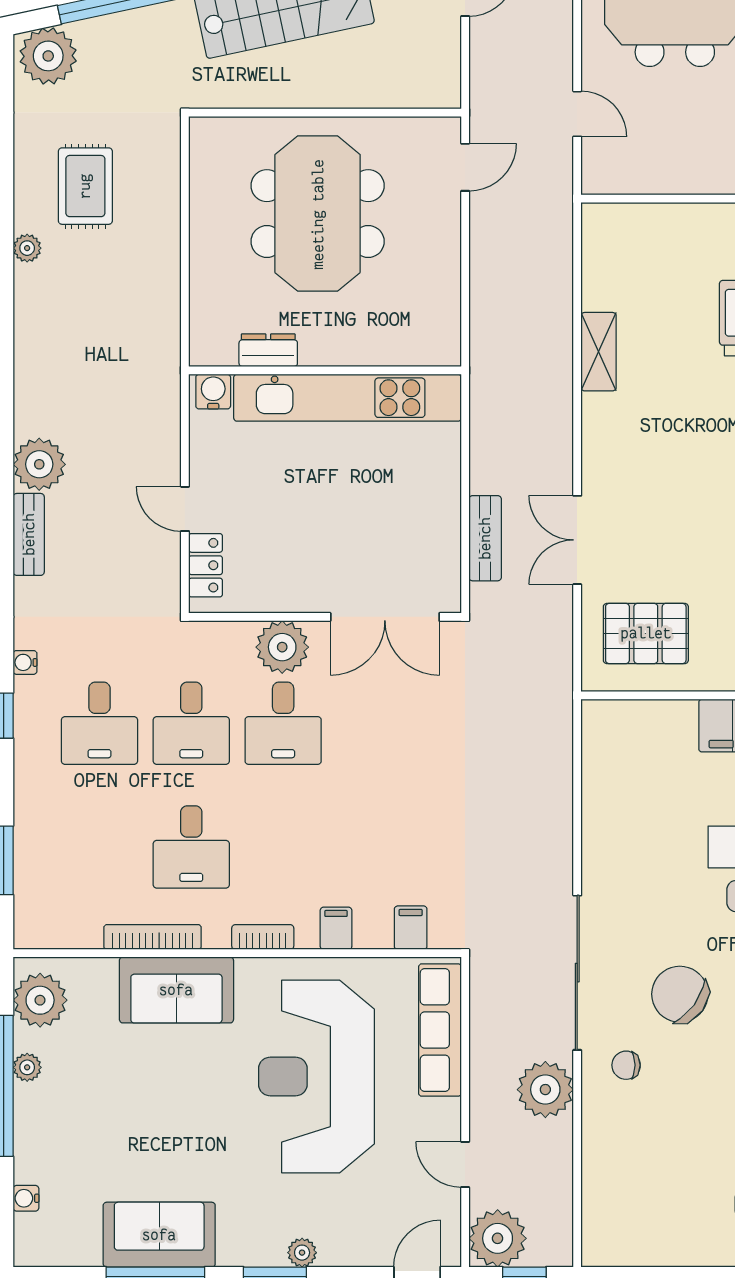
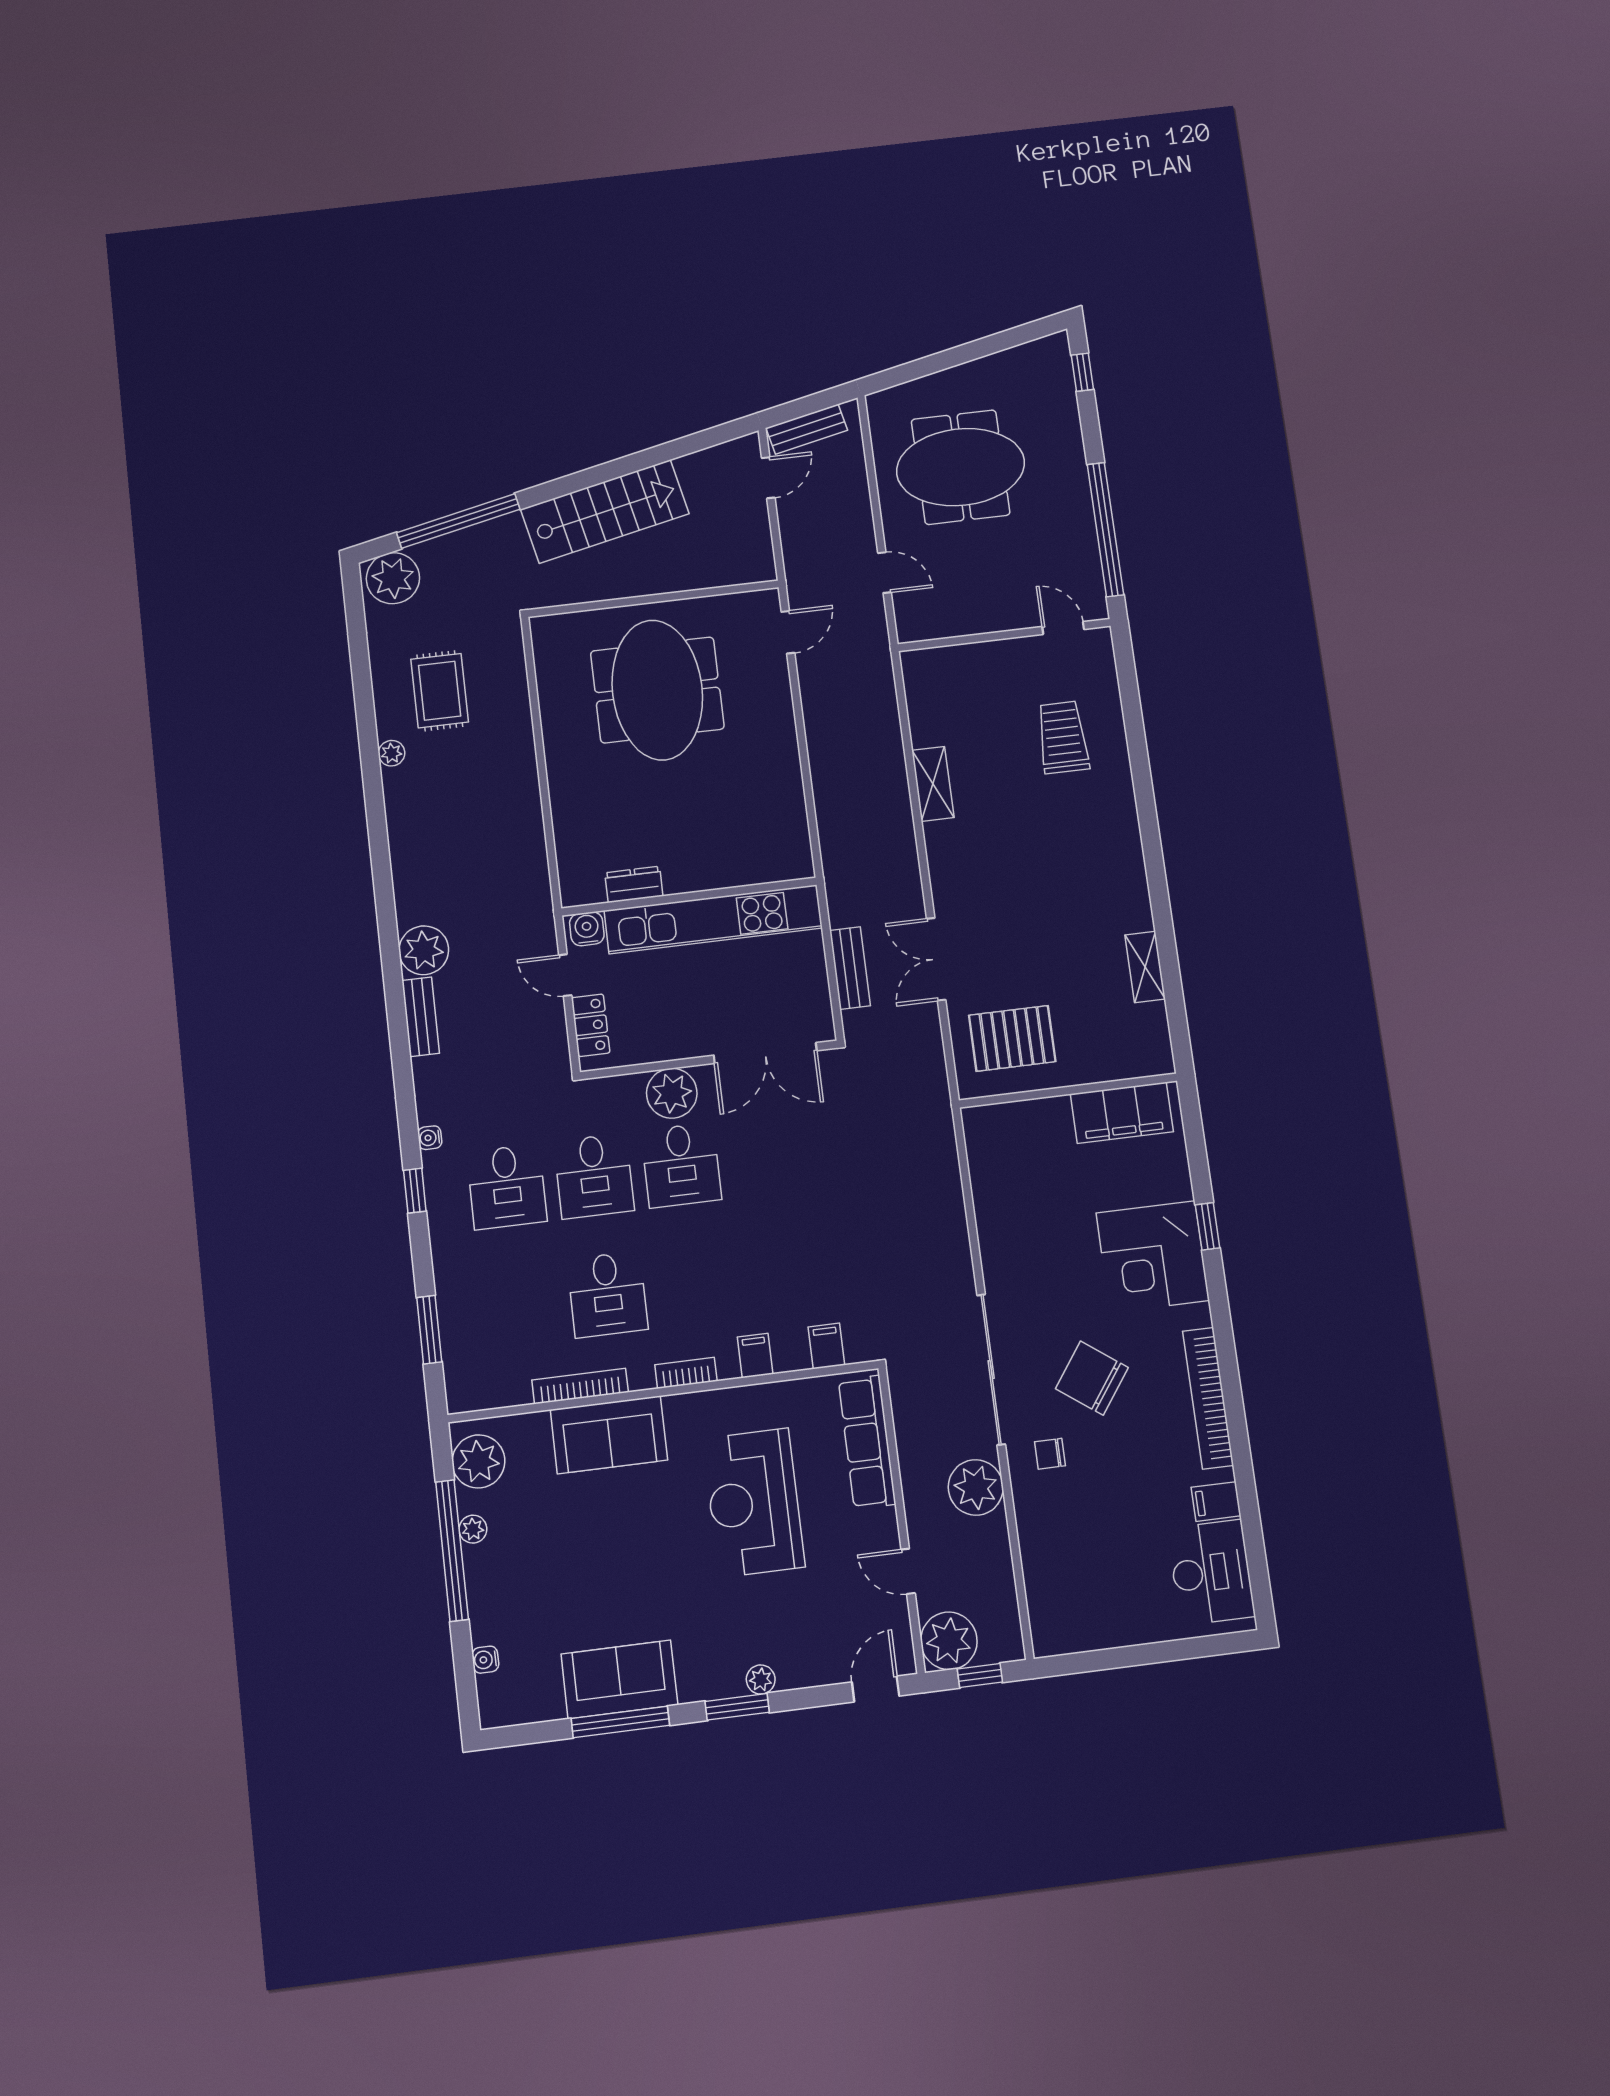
dresser: (268, 350) -> (634, 884), moved
wall: (325, 370) -> (689, 897), moved
water cooler: (213, 392) -> (587, 929), moved
kitchen unit: (347, 398) -> (713, 919), moved
reception desk: (316, 1076) -> (754, 1503), width x0.74, depth x0.77

